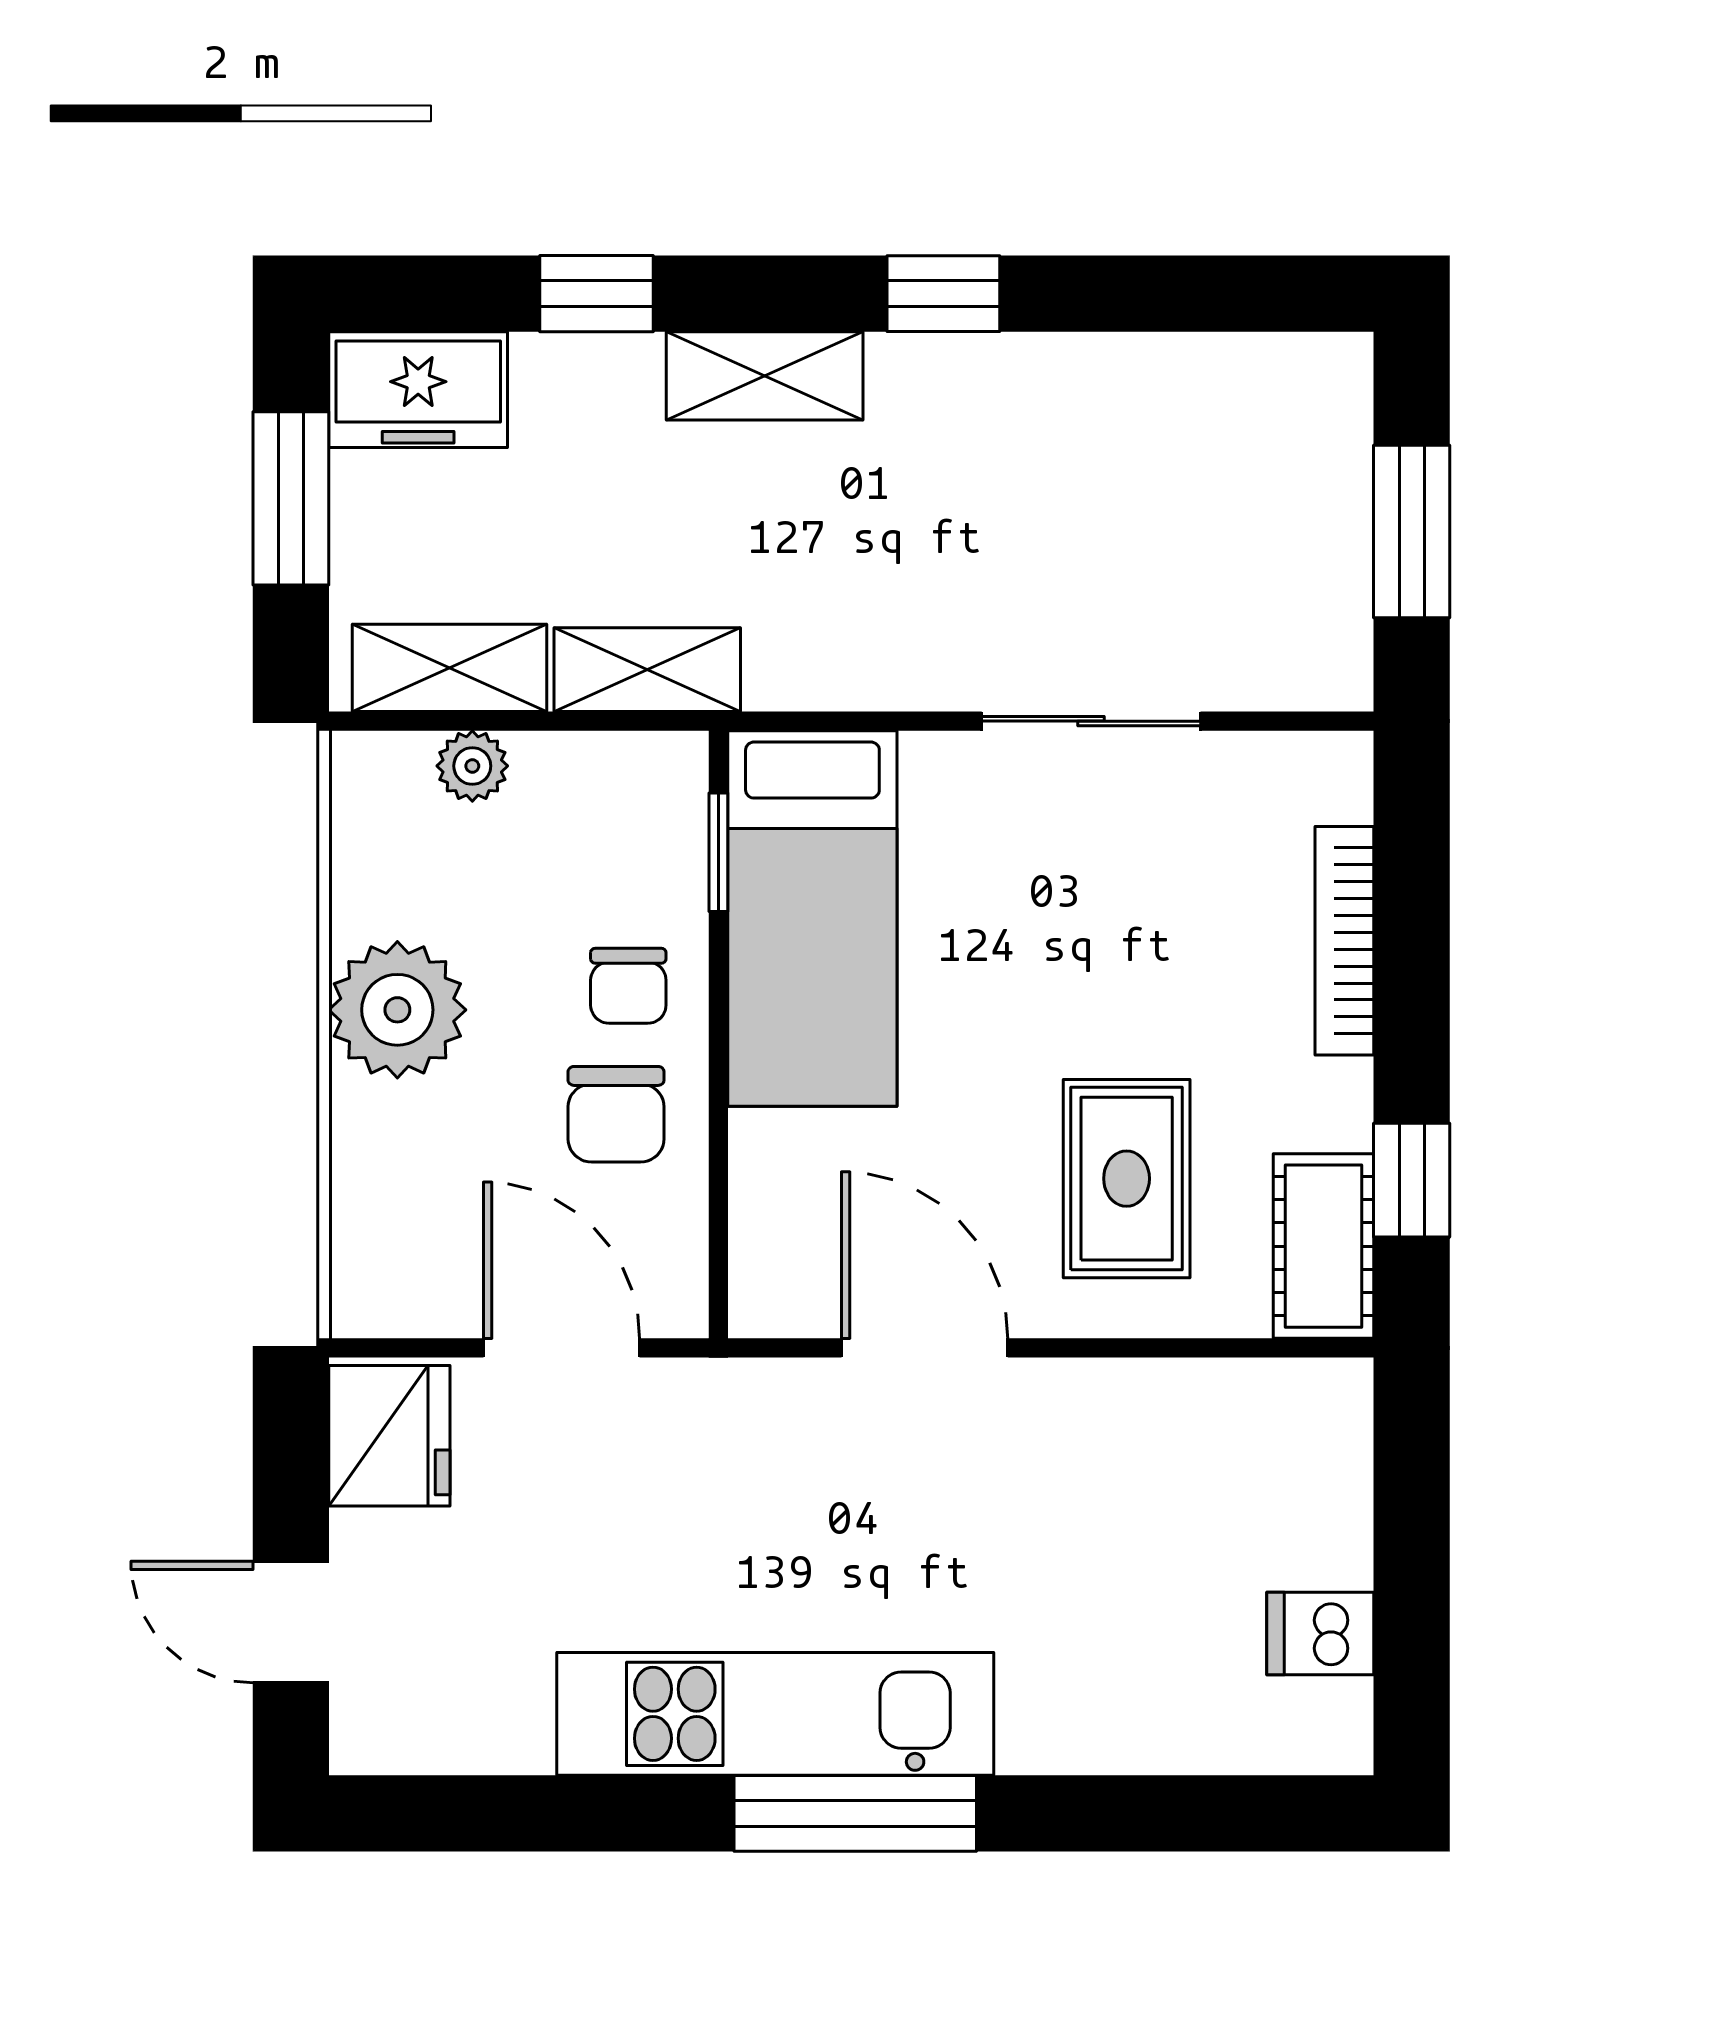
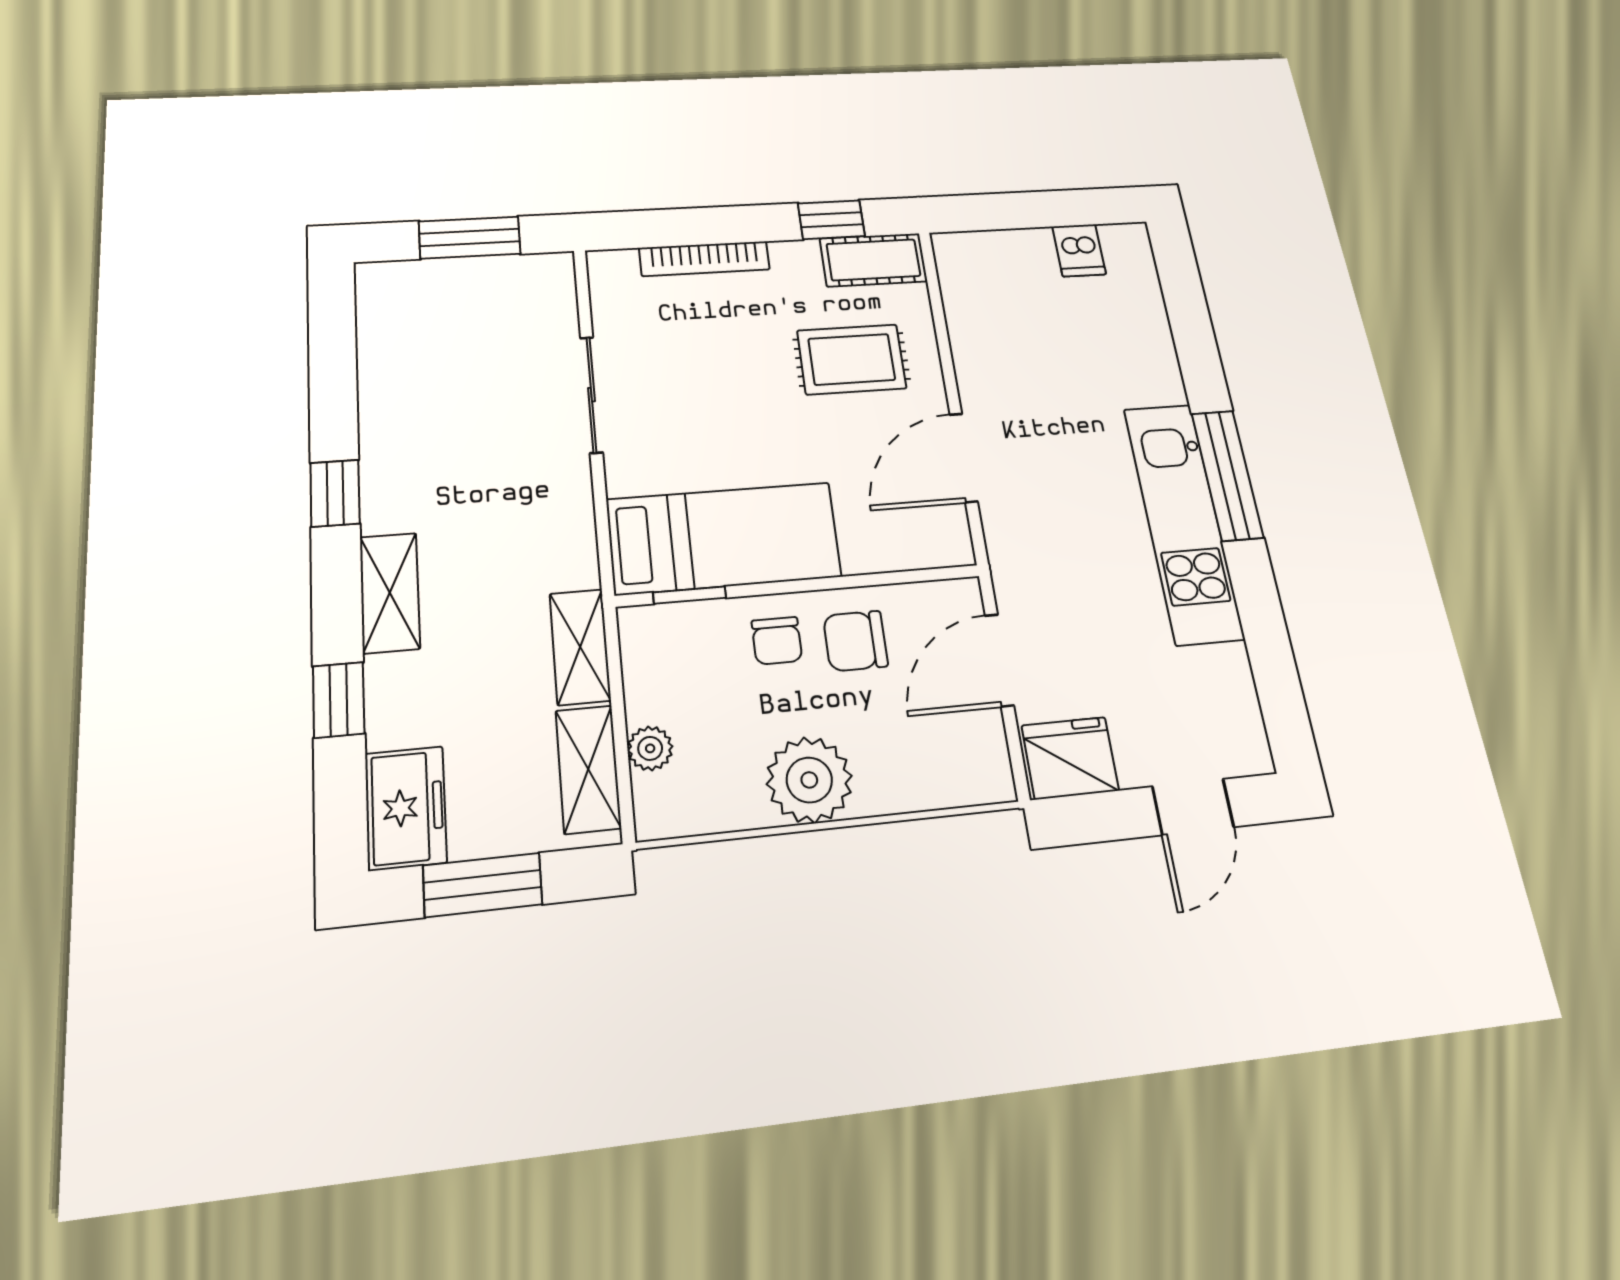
chair: (628, 986) -> (777, 641), turned 90
chair: (616, 1114) -> (855, 641), turned 180

